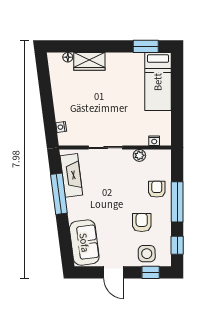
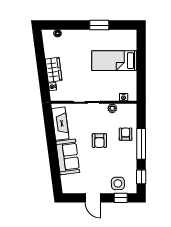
window: (146, 46) -> (99, 25), moved
wardrobe: (89, 61) -> (54, 70), moved, turned -97
bed: (158, 82) -> (114, 61), moved, turned 90
window: (59, 194) -> (51, 138), removed
armchair: (142, 223) -> (99, 141), moved, turned 180
sofa: (84, 243) -> (68, 157), moved

